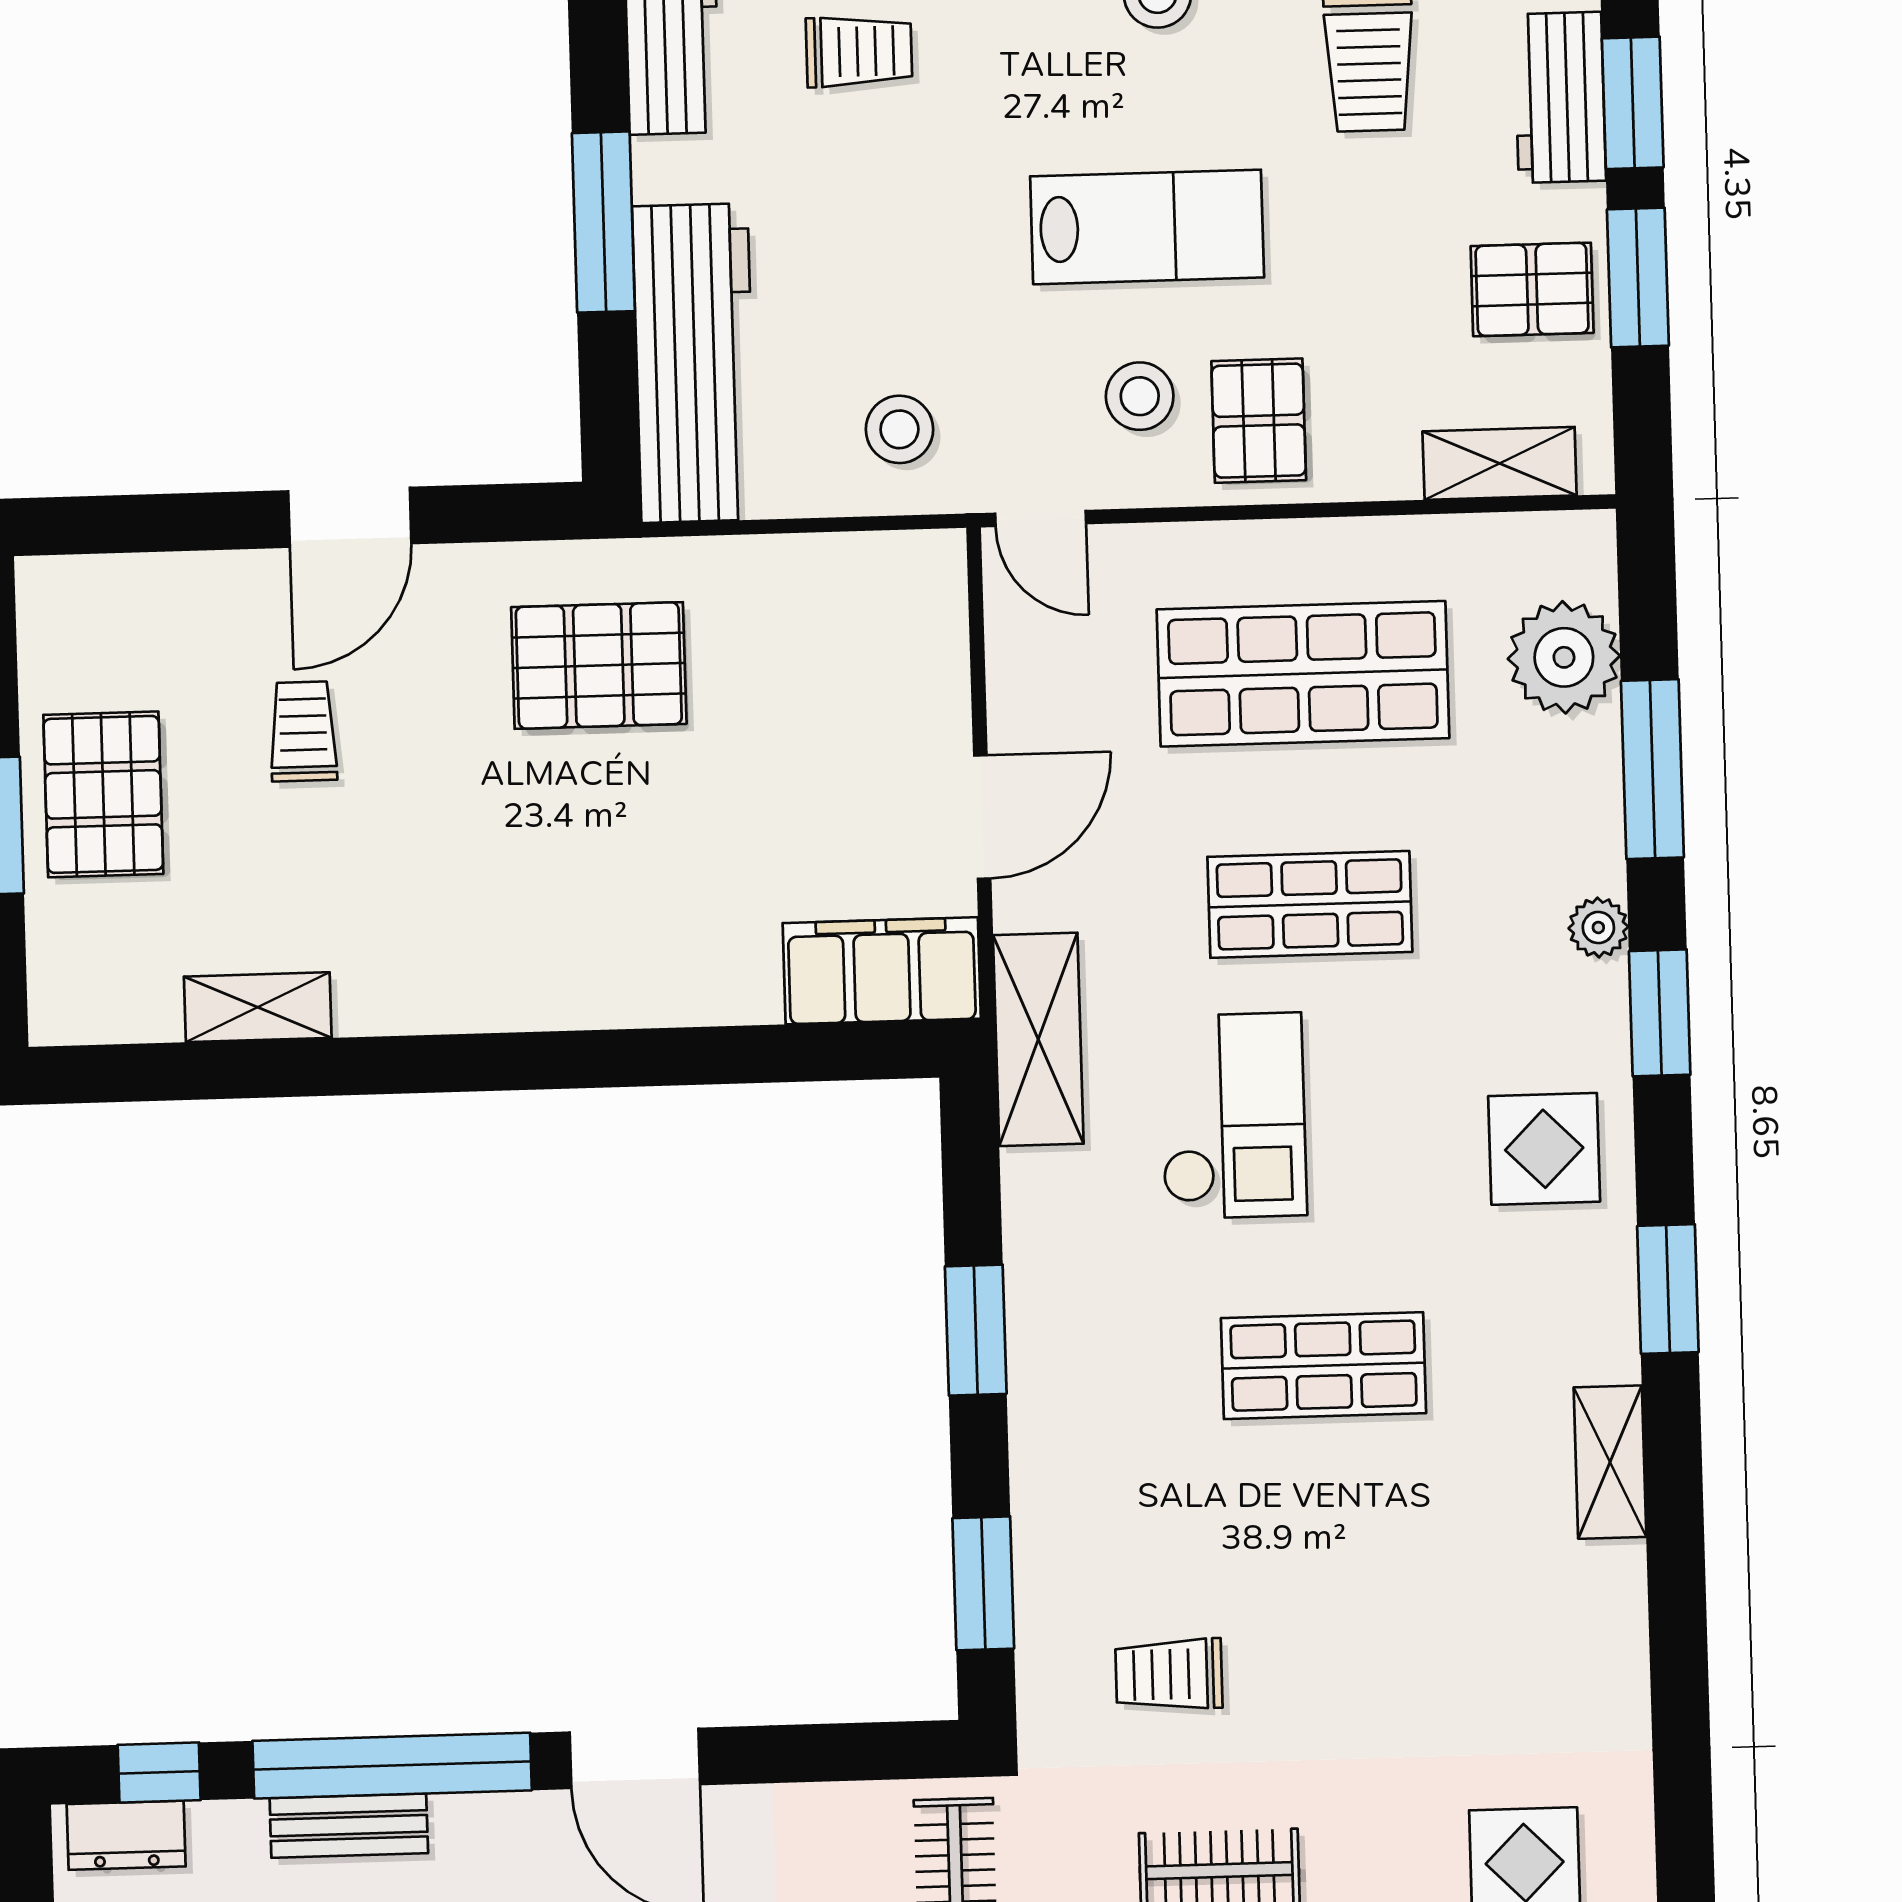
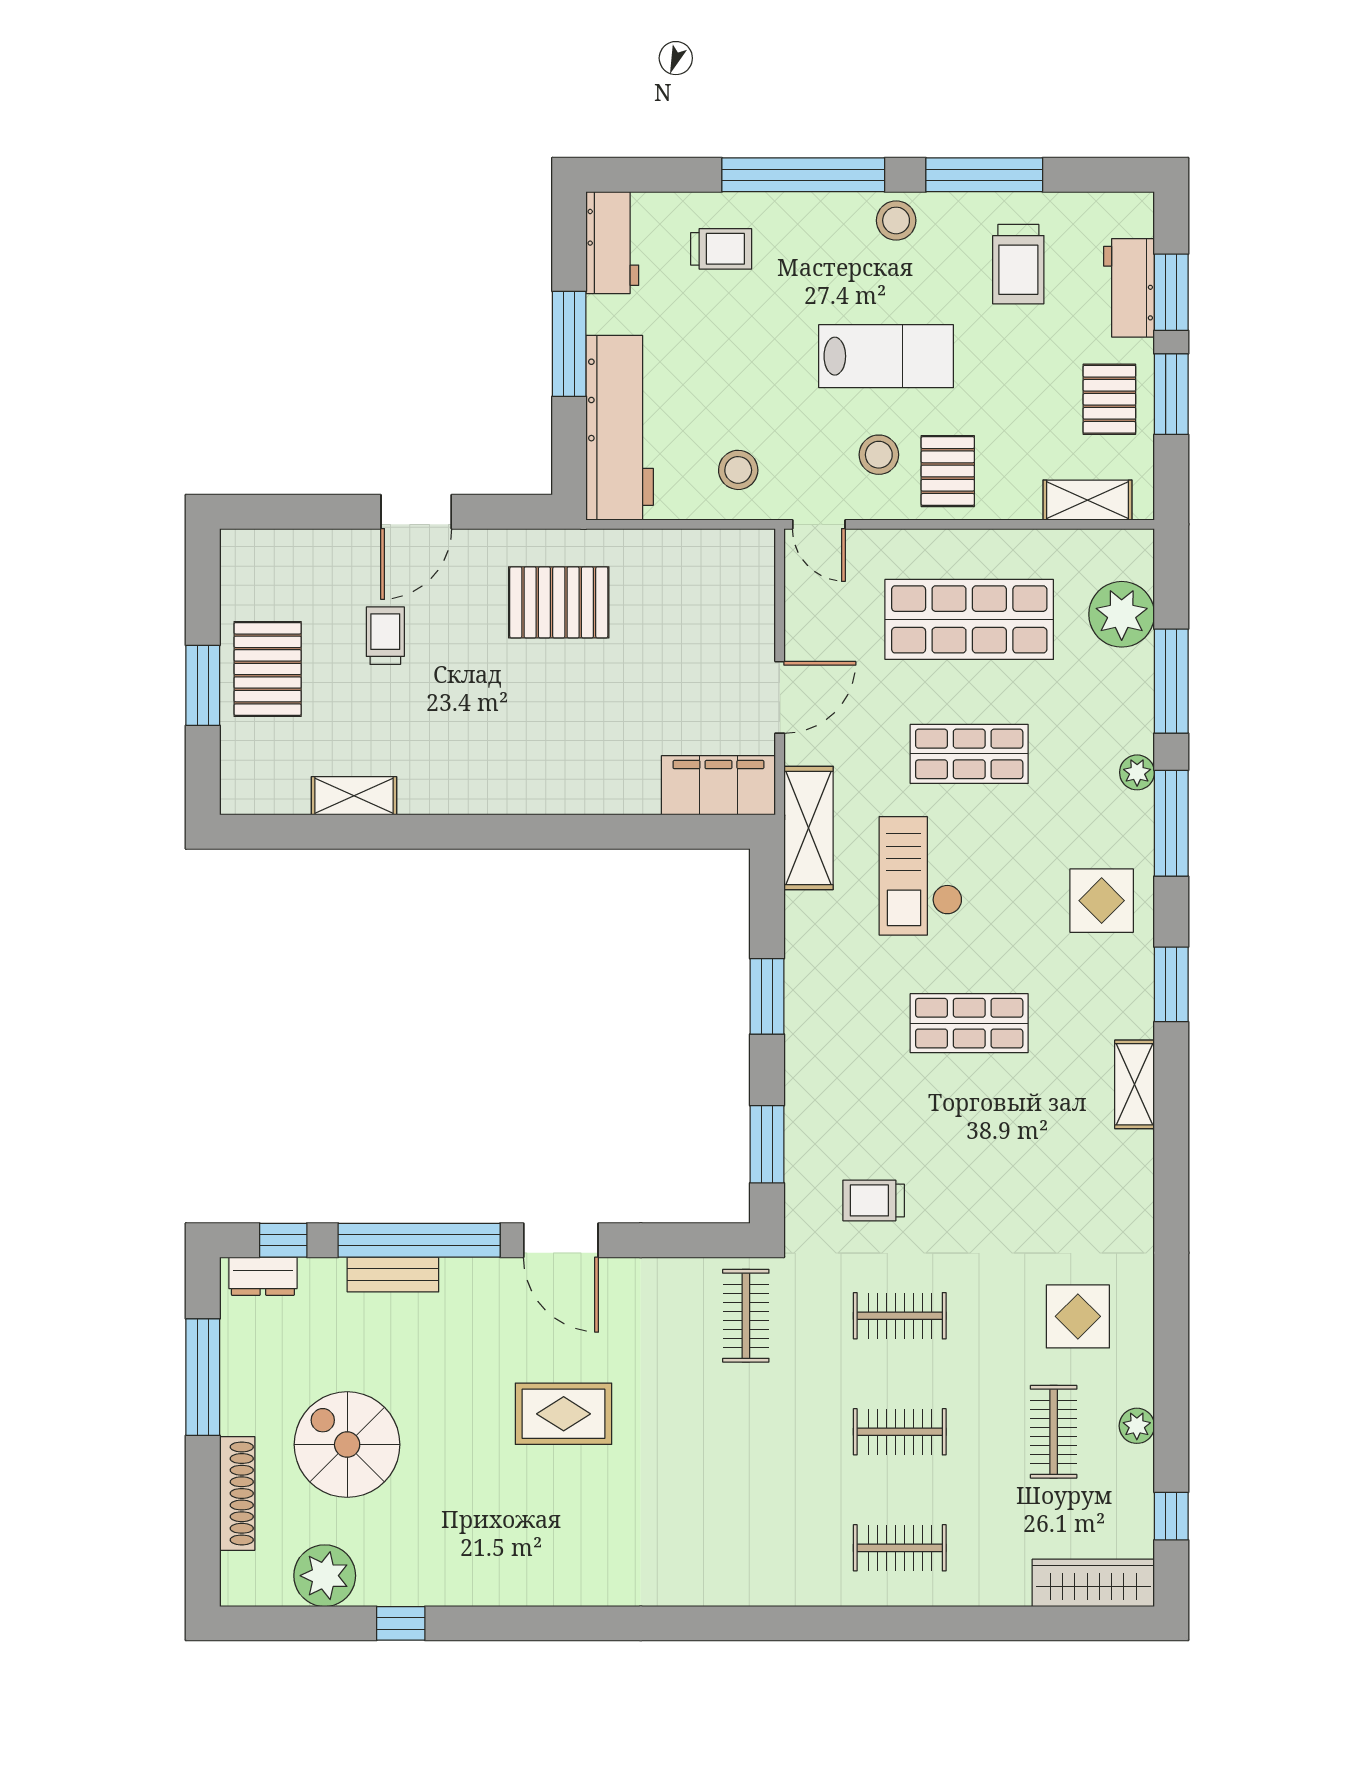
pallet: (1532, 289) -> (1109, 399), turned 90
window: (1660, 1013) -> (1171, 823), width x1.44
checkout: (1233, 1116) -> (921, 876), turned 180

